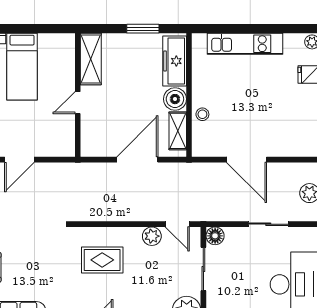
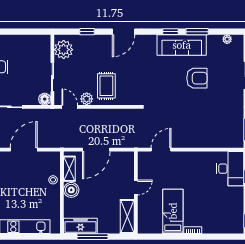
window: (143, 29) -> (93, 237), width x1.44
freezer: (175, 61) -> (80, 226), moved, turned -90
door: (19, 160) -> (161, 150), moved
door: (247, 160) -> (24, 150), hinge flipped
rug: (102, 260) -> (106, 86), moved, turned 90

